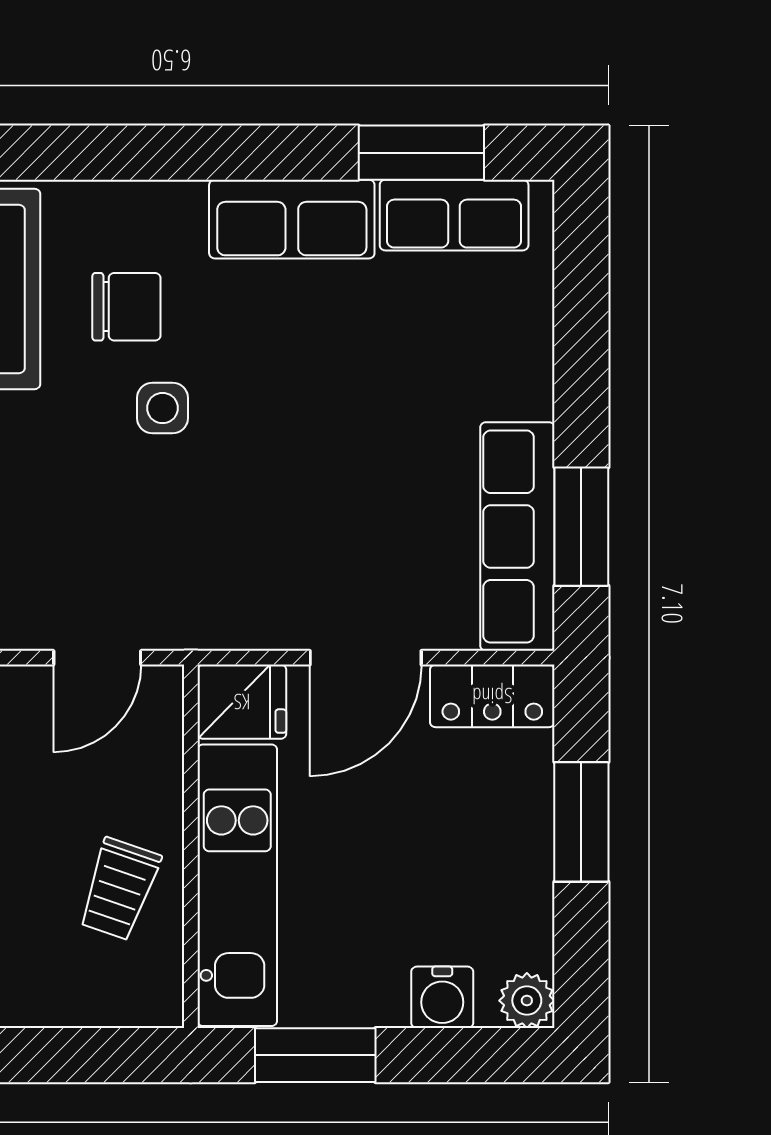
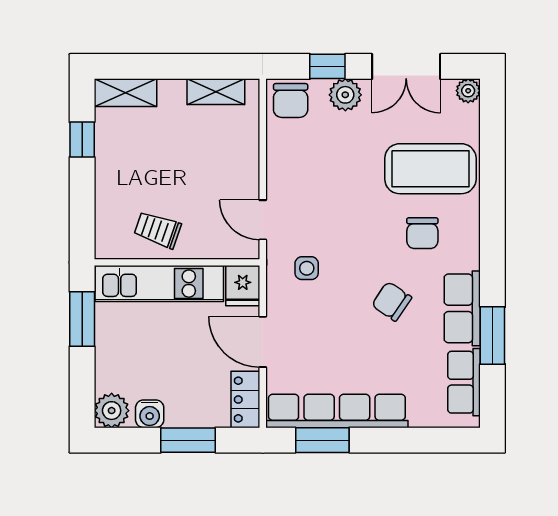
window: (421, 153) -> (492, 336), moved
chair: (276, 374) -> (392, 301), added
side table: (163, 408) -> (307, 268), moved
row of seats: (517, 537) -> (337, 411), width x1.36
water cooler: (442, 997) -> (150, 414), moved, turned -90
plant: (527, 1001) -> (112, 411), width x1.38, depth x1.38

